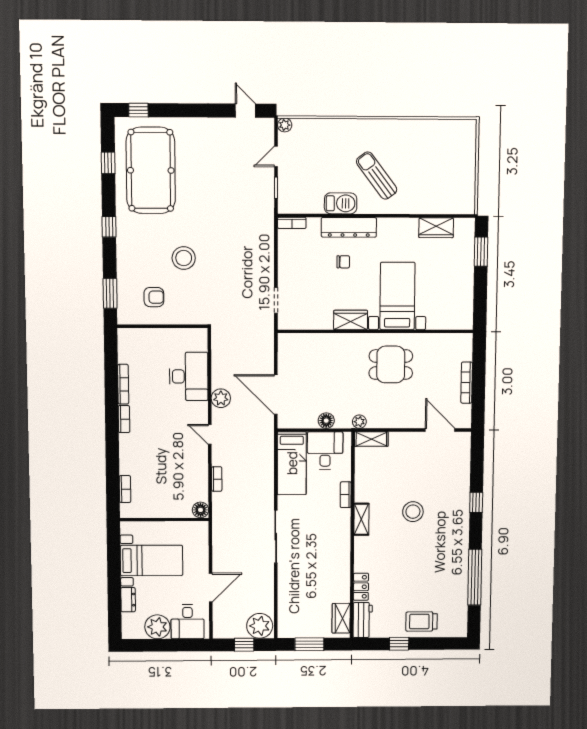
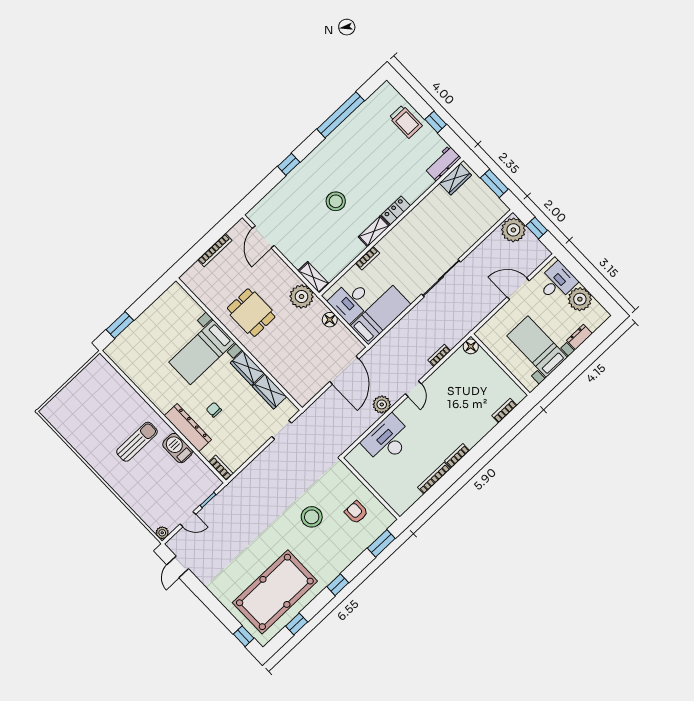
sun lounger: (377, 176) -> (137, 442), turned -143
wardrobe: (436, 228) -> (269, 391), moved, turned 180
plant: (359, 422) -> (302, 297), width x1.88, depth x1.88
locker: (361, 587) -> (396, 210), moved

